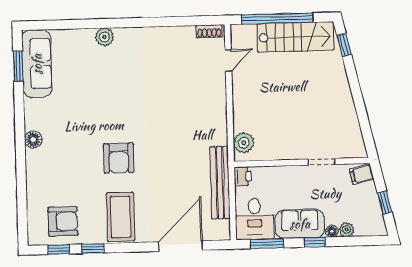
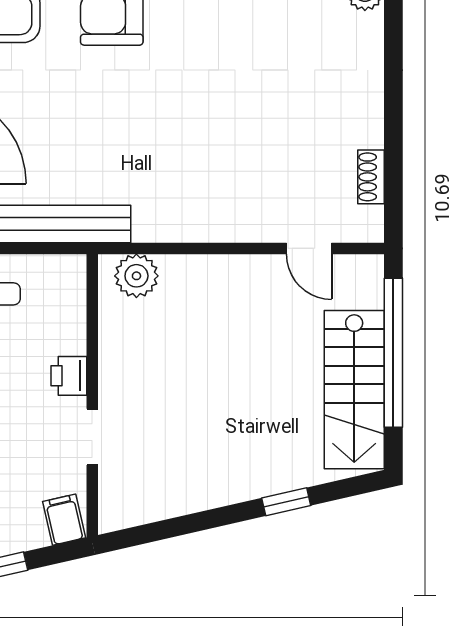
shoe rack: (209, 31) -> (371, 177), moved
window: (344, 45) -> (286, 502), moved
printer: (243, 176) -> (69, 376), moved, turned 90

